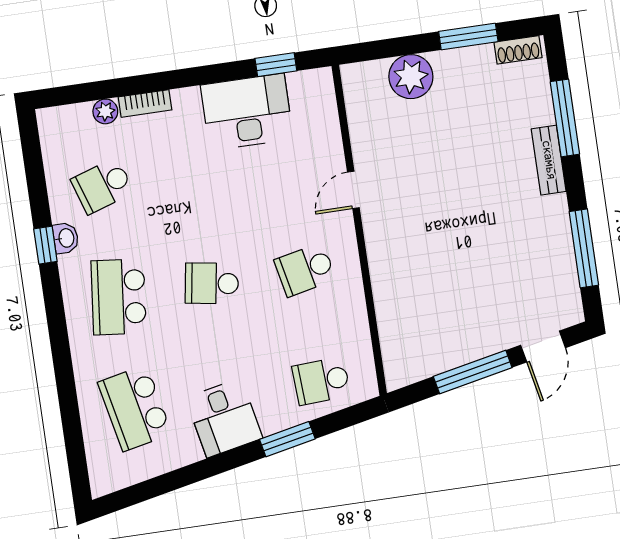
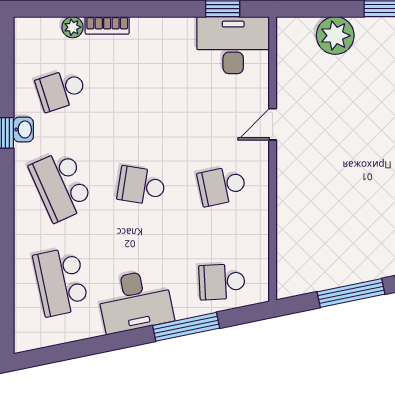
desk: (247, 112) -> (233, 45), moved
school desk: (119, 297) -> (61, 186), turned -30
desk: (224, 418) -> (135, 301), width x1.37
window: (287, 439) -> (186, 327), width x1.44

